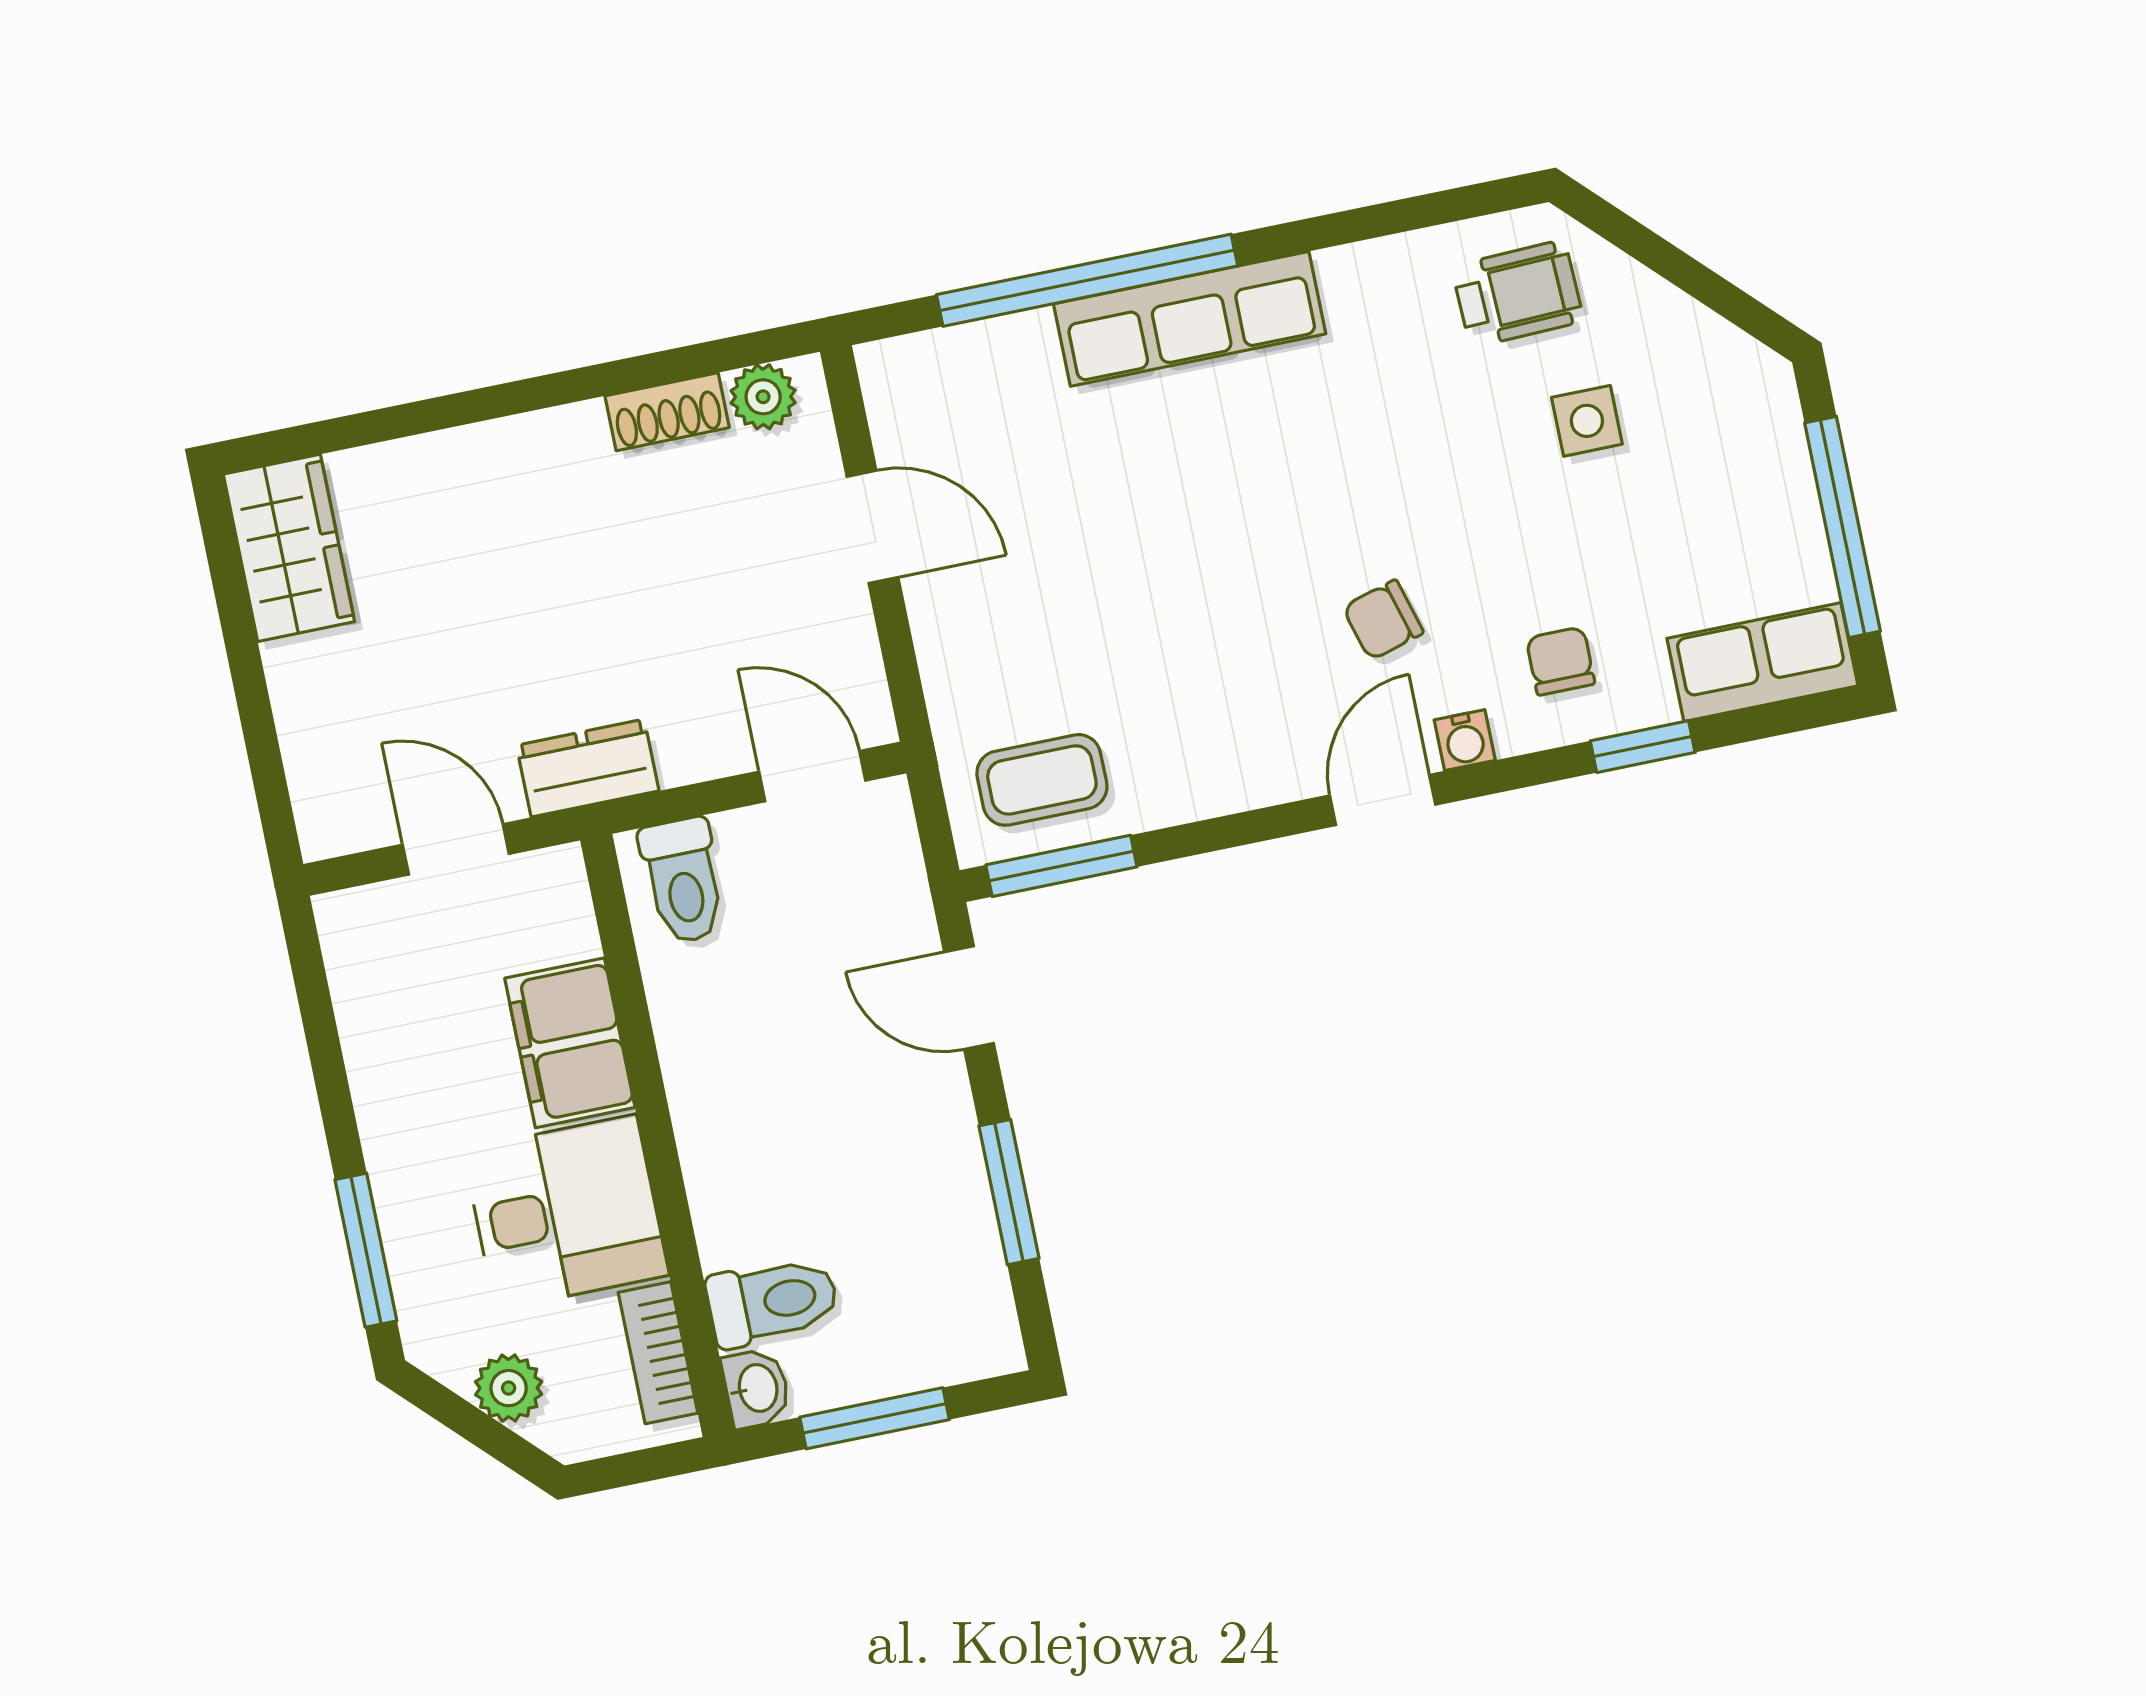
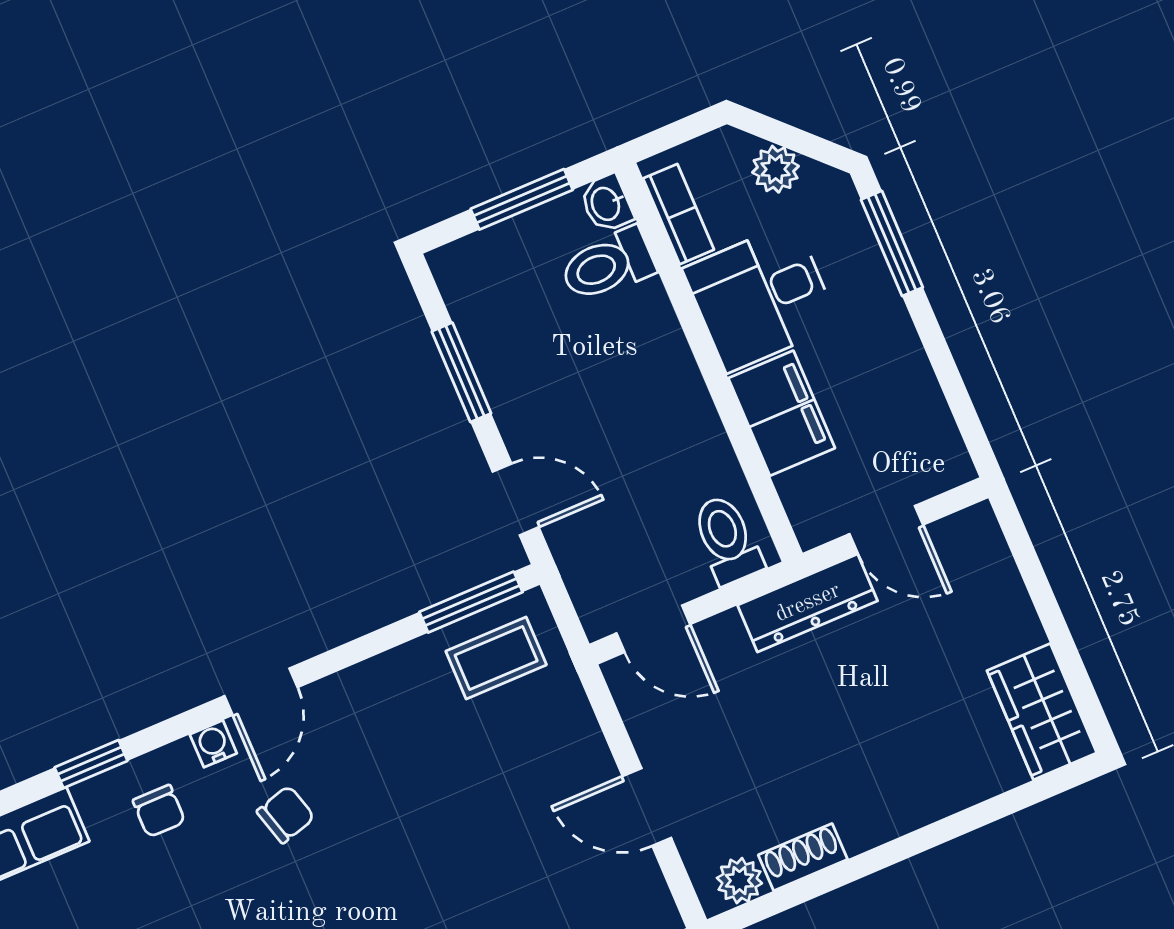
dresser: (588, 768) -> (808, 603), width x1.44

